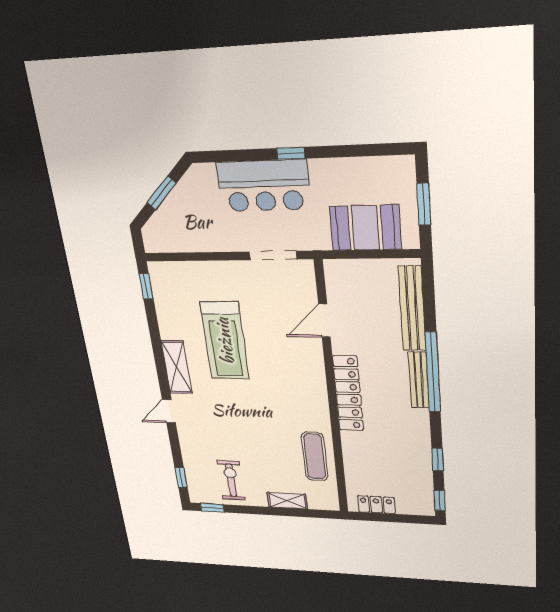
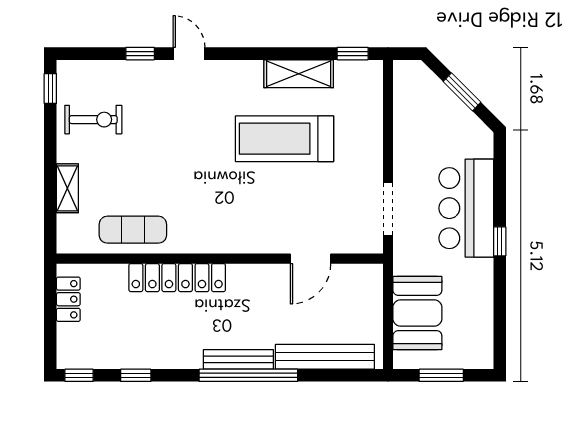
door: (324, 321) -> (311, 259), swing flipped
shelving: (177, 367) -> (299, 74), moved
locker: (348, 394) -> (177, 278), moved
window: (181, 477) -> (140, 54), moved

